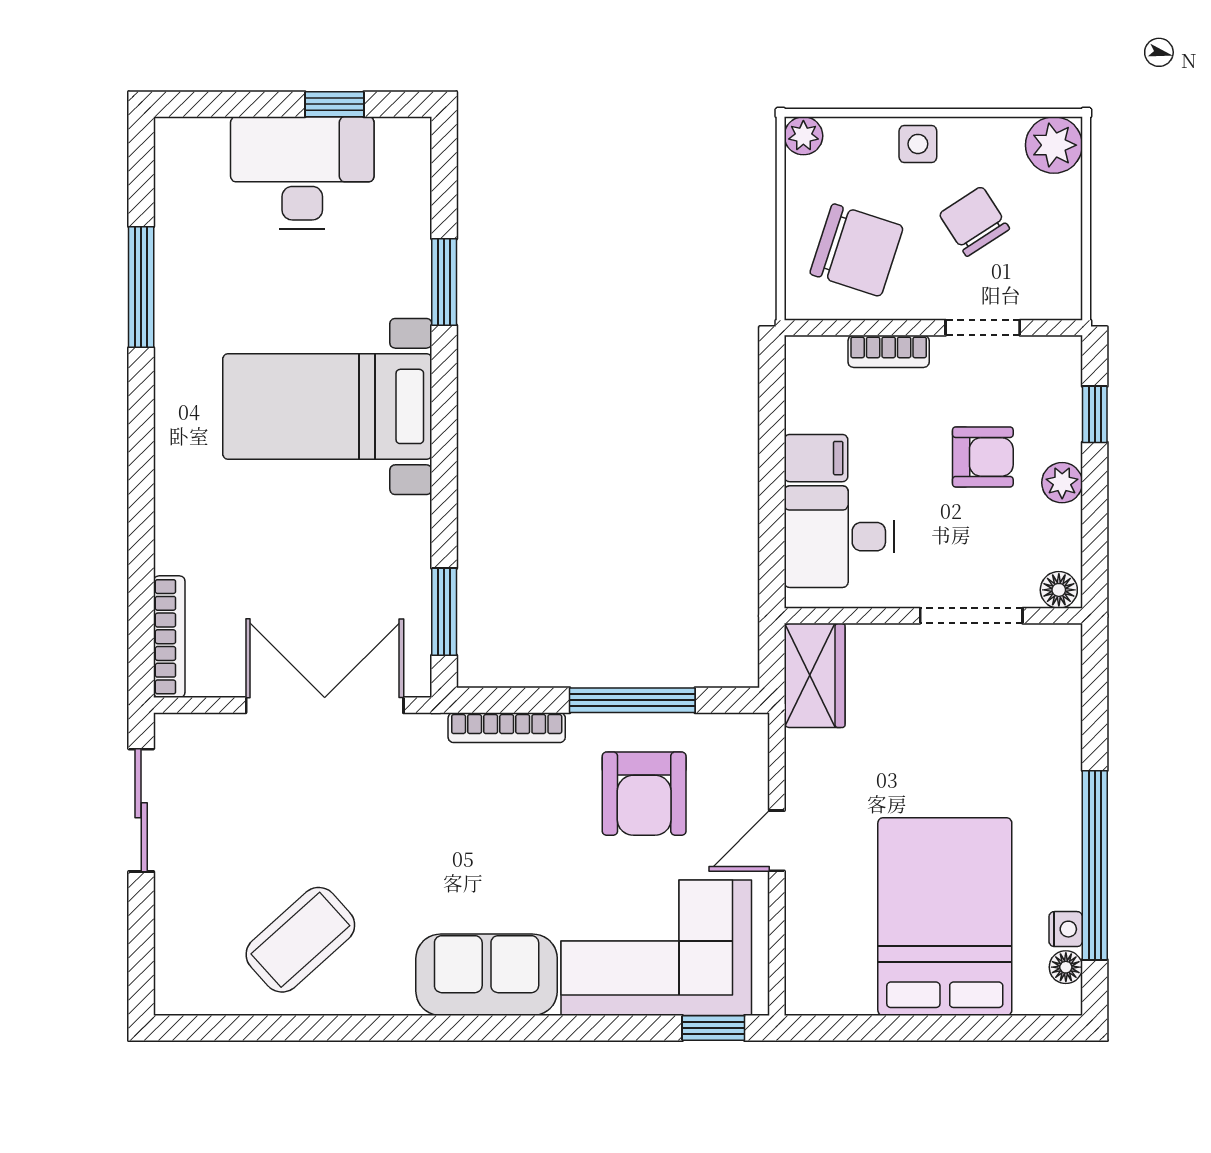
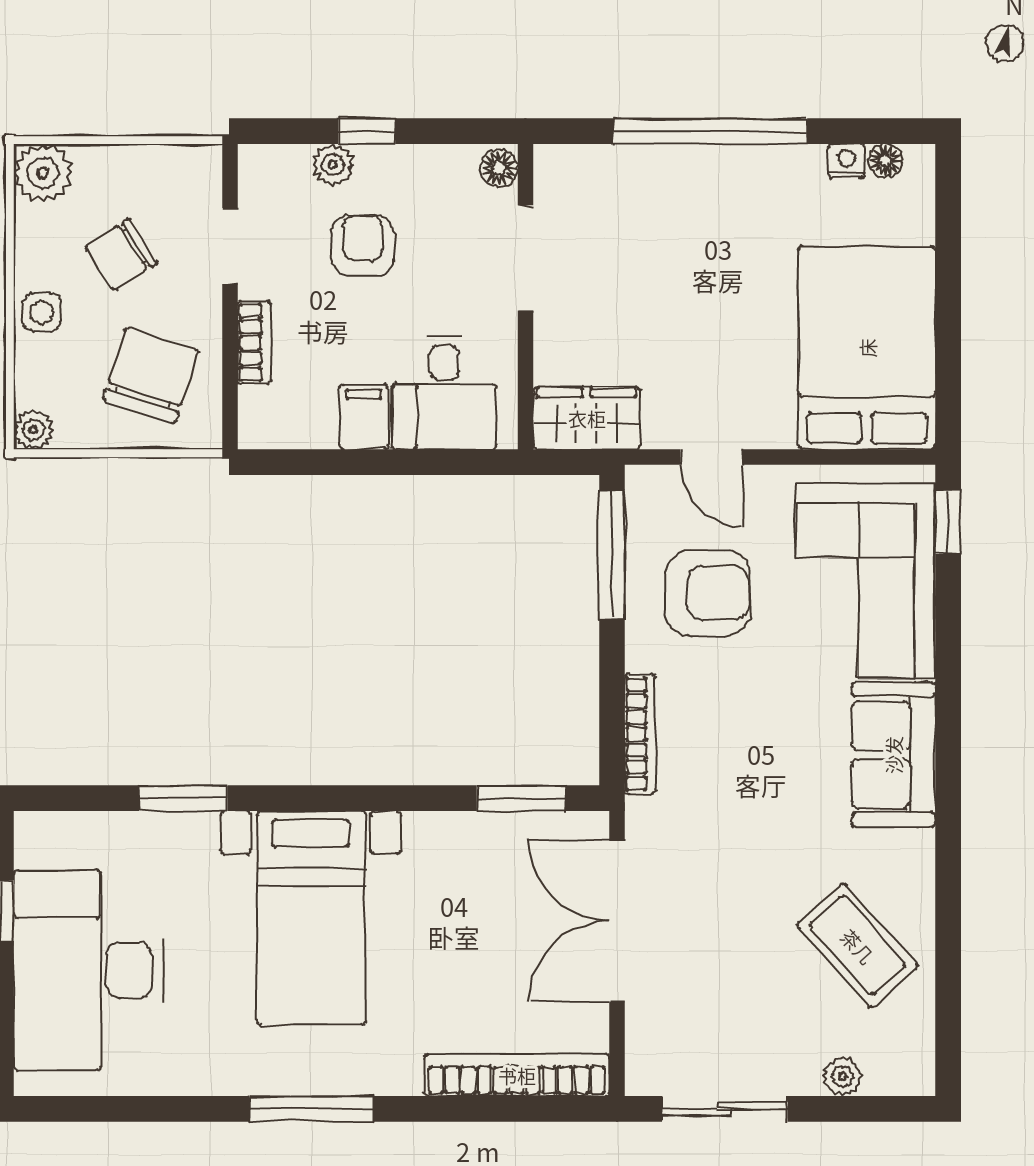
desk: (302, 173) -> (89, 970), width x1.36, depth x1.30
window: (141, 287) -> (312, 1109), moved
window: (1095, 414) -> (367, 131), moved
plant: (1062, 483) -> (333, 165), moved
bookcase: (169, 637) -> (517, 1075), width x1.48, depth x1.31
window: (632, 700) -> (612, 554), moved
door: (777, 841) -> (711, 457), moved
window: (1095, 865) -> (710, 131), moved
bed: (945, 917) -> (867, 348), moved, turned 90
plant: (173, 925) -> (842, 1076), added

